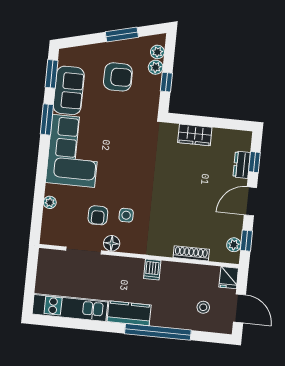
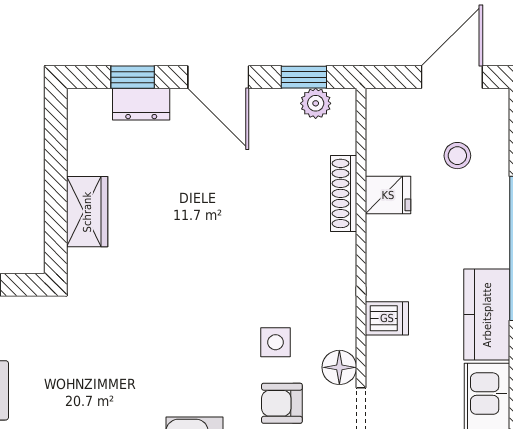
armchair: (98, 215) -> (282, 403), turned 180
dishwasher: (152, 269) -> (387, 318), moved
fridge: (229, 278) -> (388, 195), moved

